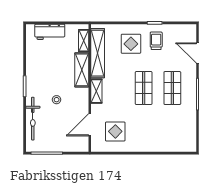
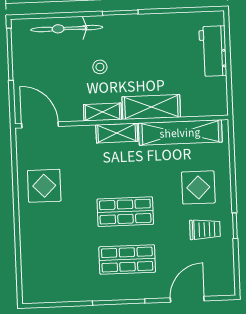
shelving: (84, 41) -> (102, 112), moved
door: (90, 125) -> (40, 125), moved
display table: (115, 131) -> (44, 186), moved

